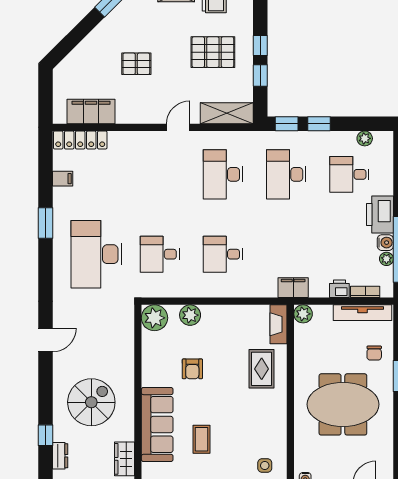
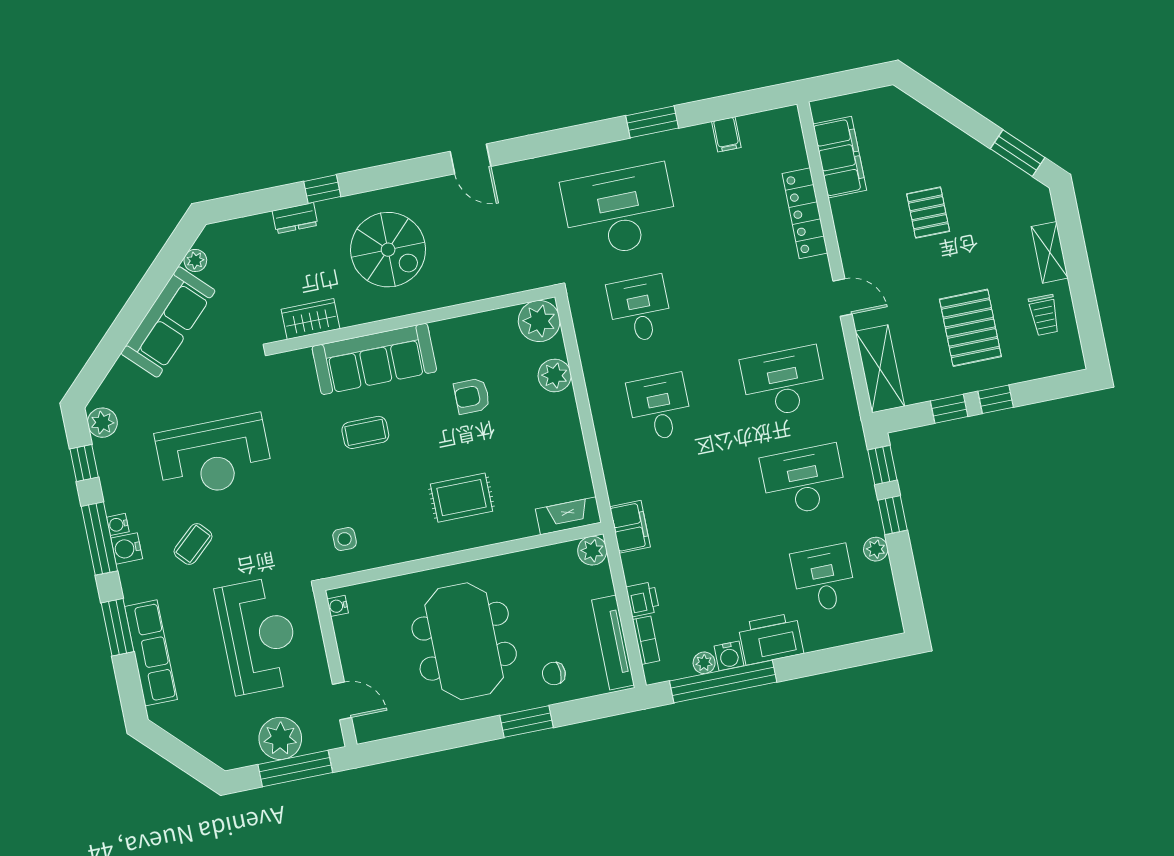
plant: (365, 138) -> (876, 549), moved
locker: (80, 140) -> (805, 213), moved
rug: (262, 369) -> (462, 498), moved

